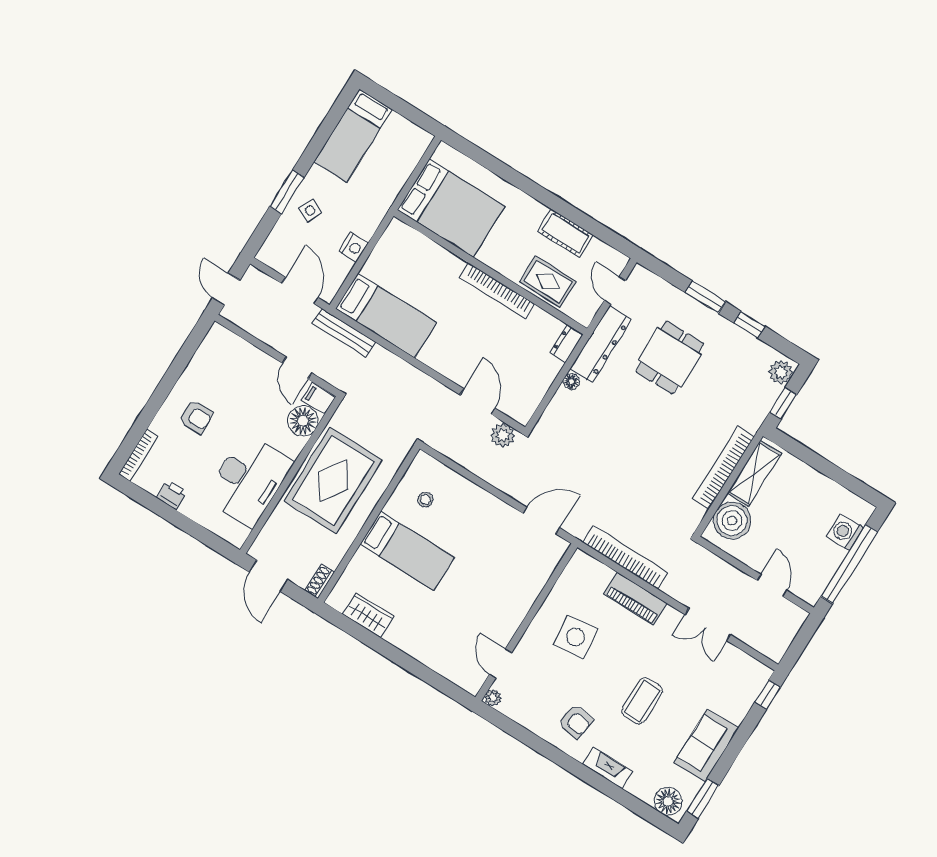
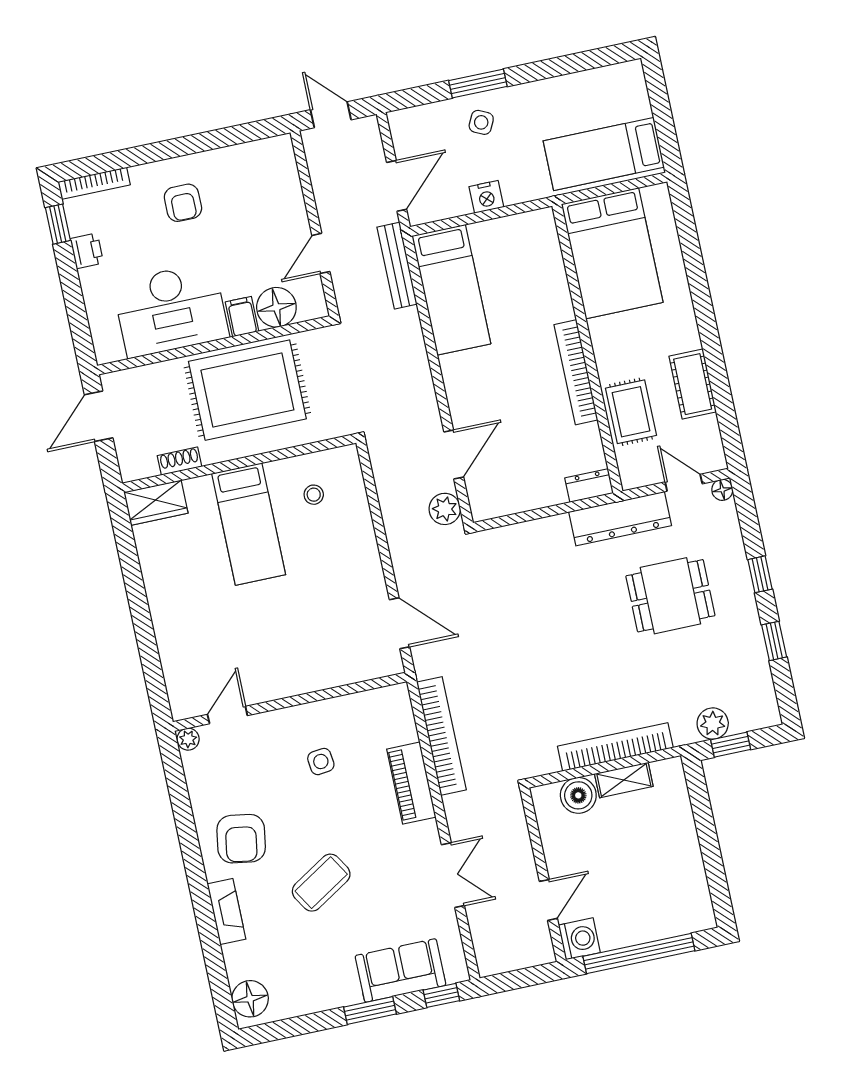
bed: (353, 136) -> (604, 154), moved
door: (226, 289) -> (331, 115), hinge flipped
door: (615, 290) -> (684, 483), hinge flipped
window: (705, 297) -> (760, 574), width x0.67
plant: (781, 372) -> (713, 724), moved
floor lamp: (571, 381) -> (722, 490), moved
filing cabinet: (319, 399) -> (242, 317), moved
shelving: (754, 473) -> (624, 780), width x0.67, depth x0.75
window: (142, 497) -> (58, 224), added
boiler: (732, 521) -> (578, 795), width x0.73, depth x0.73
washing machine: (845, 532) -> (579, 939), moved, turned 90
shoe rack: (320, 581) -> (180, 461), moved
wardrobe: (368, 615) -> (156, 503), moved, turned 90
double door: (708, 625) -> (453, 875), swing flipped
side table: (575, 637) -> (321, 762), width x0.54, depth x0.54
coffee table: (642, 701) -> (321, 883), turned -32
armchair: (576, 721) -> (241, 839), width x1.38, depth x1.38
sofa: (706, 745) -> (400, 971), moved
window: (703, 798) -> (370, 1011), moved

